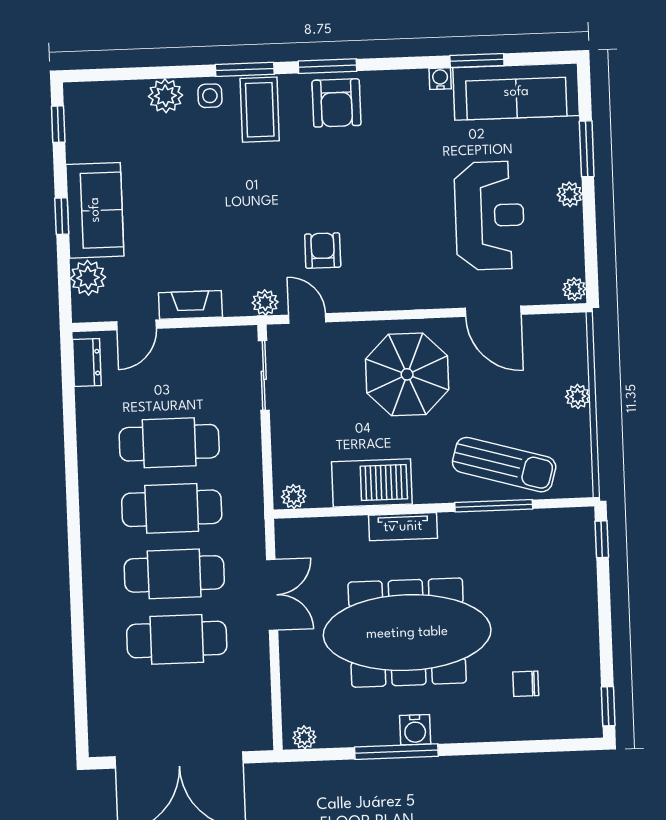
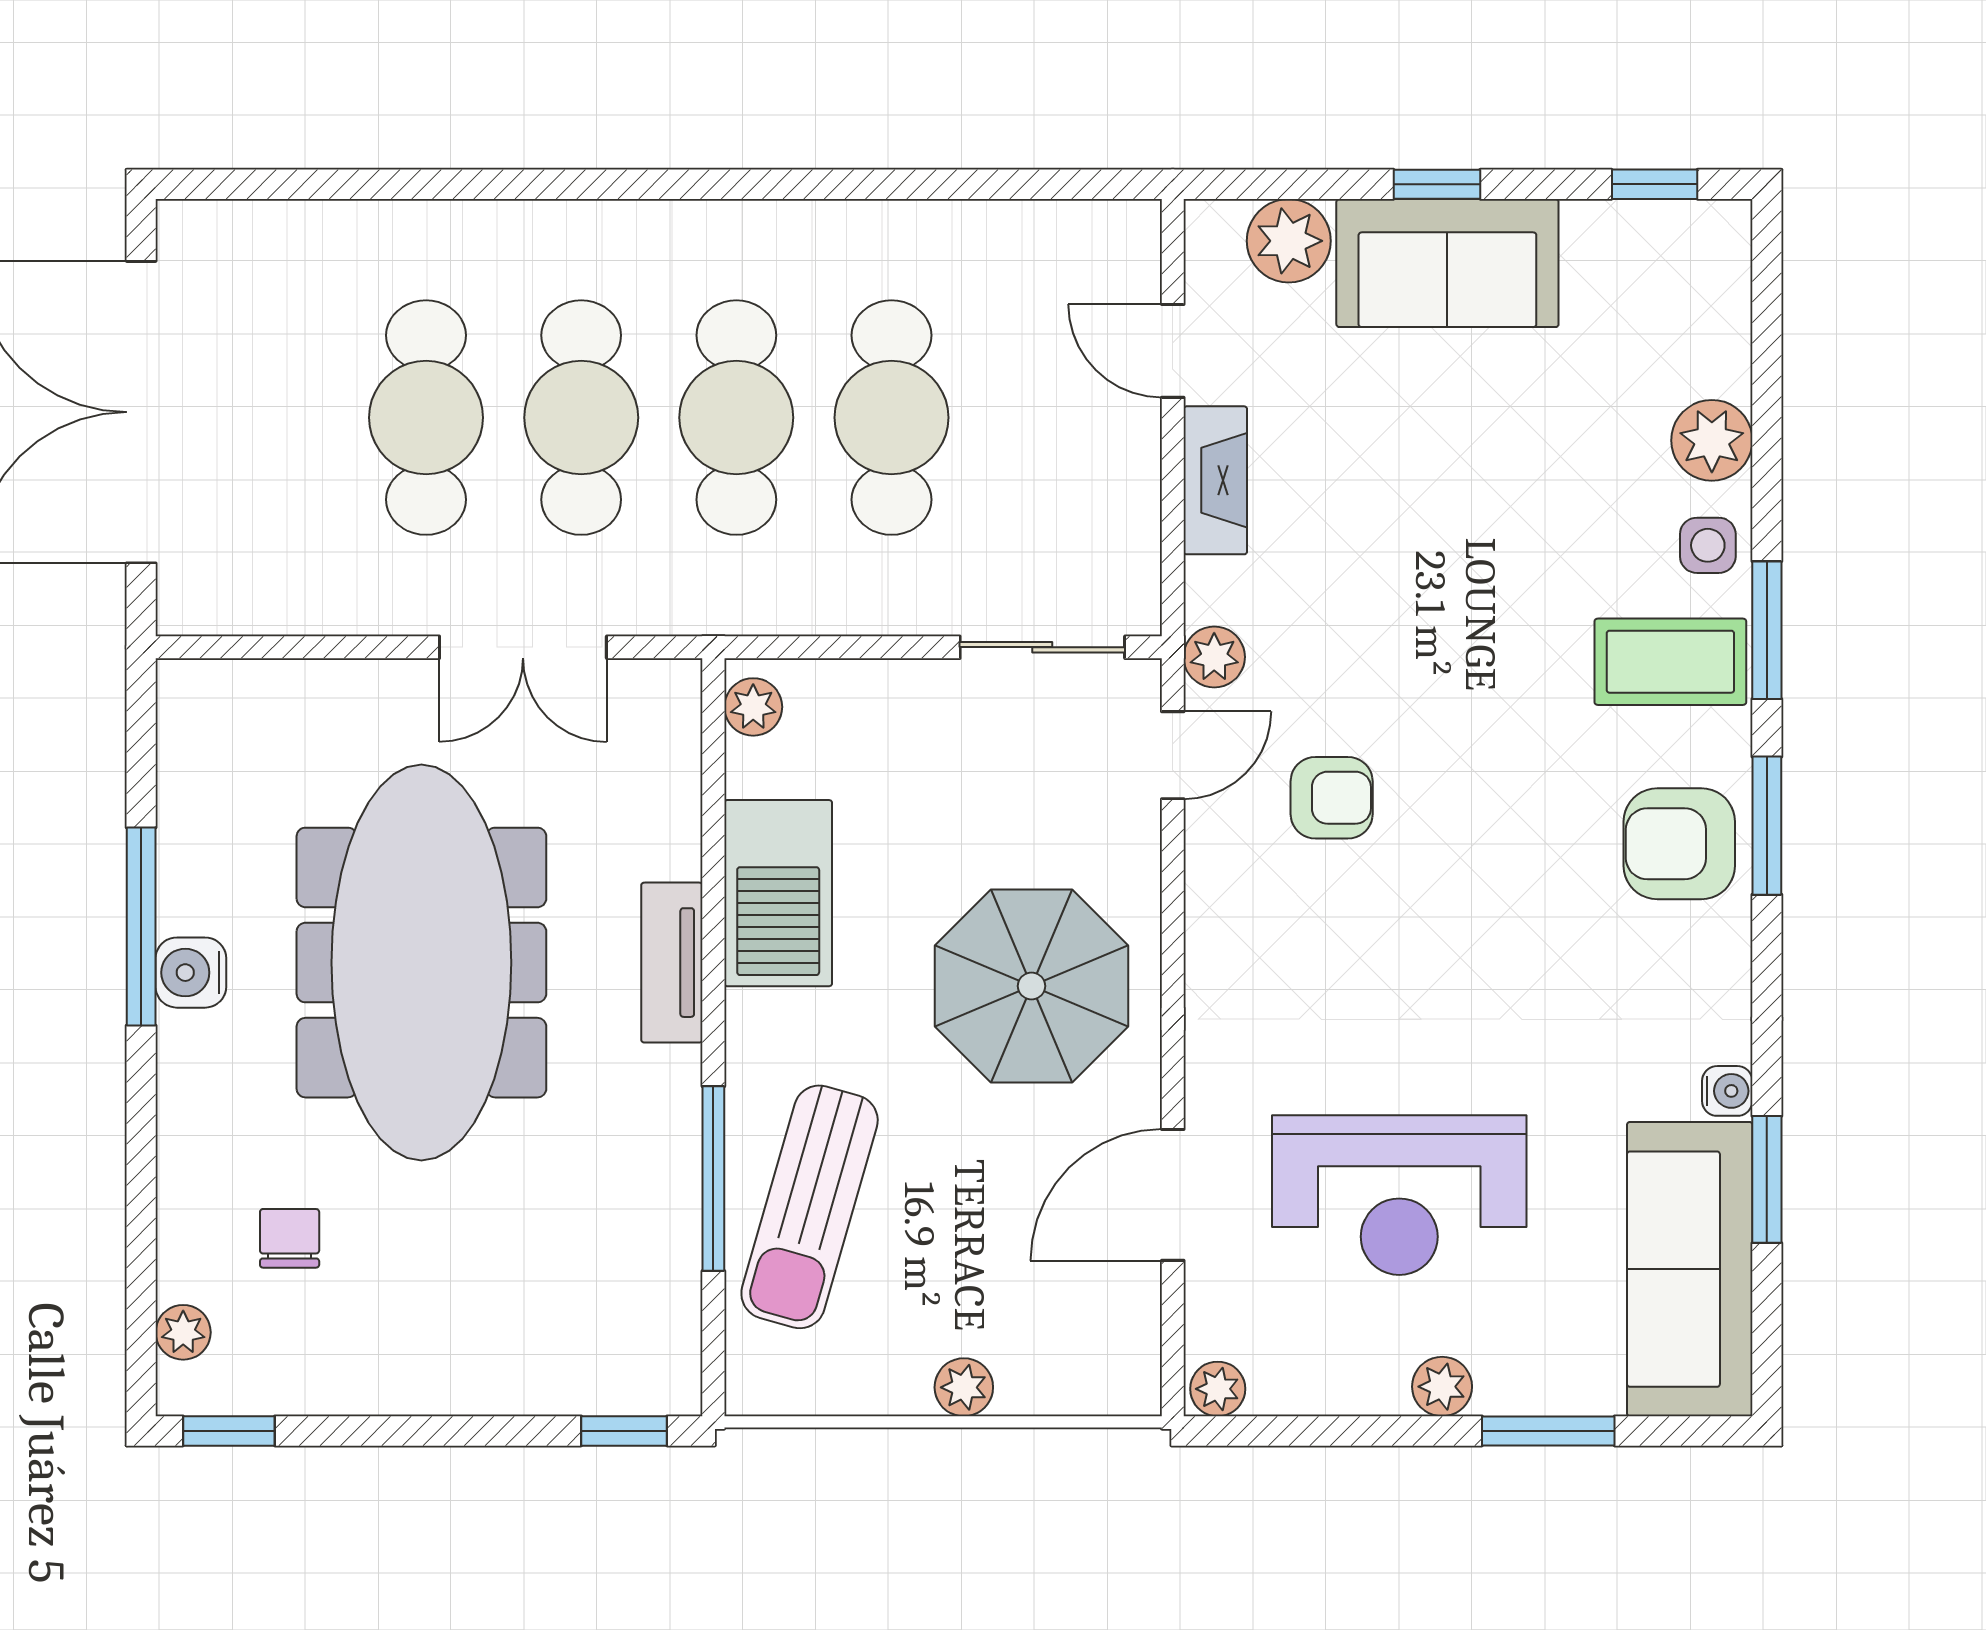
dresser: (87, 363) -> (1089, 230), removed
plant: (304, 737) -> (183, 1332), moved

